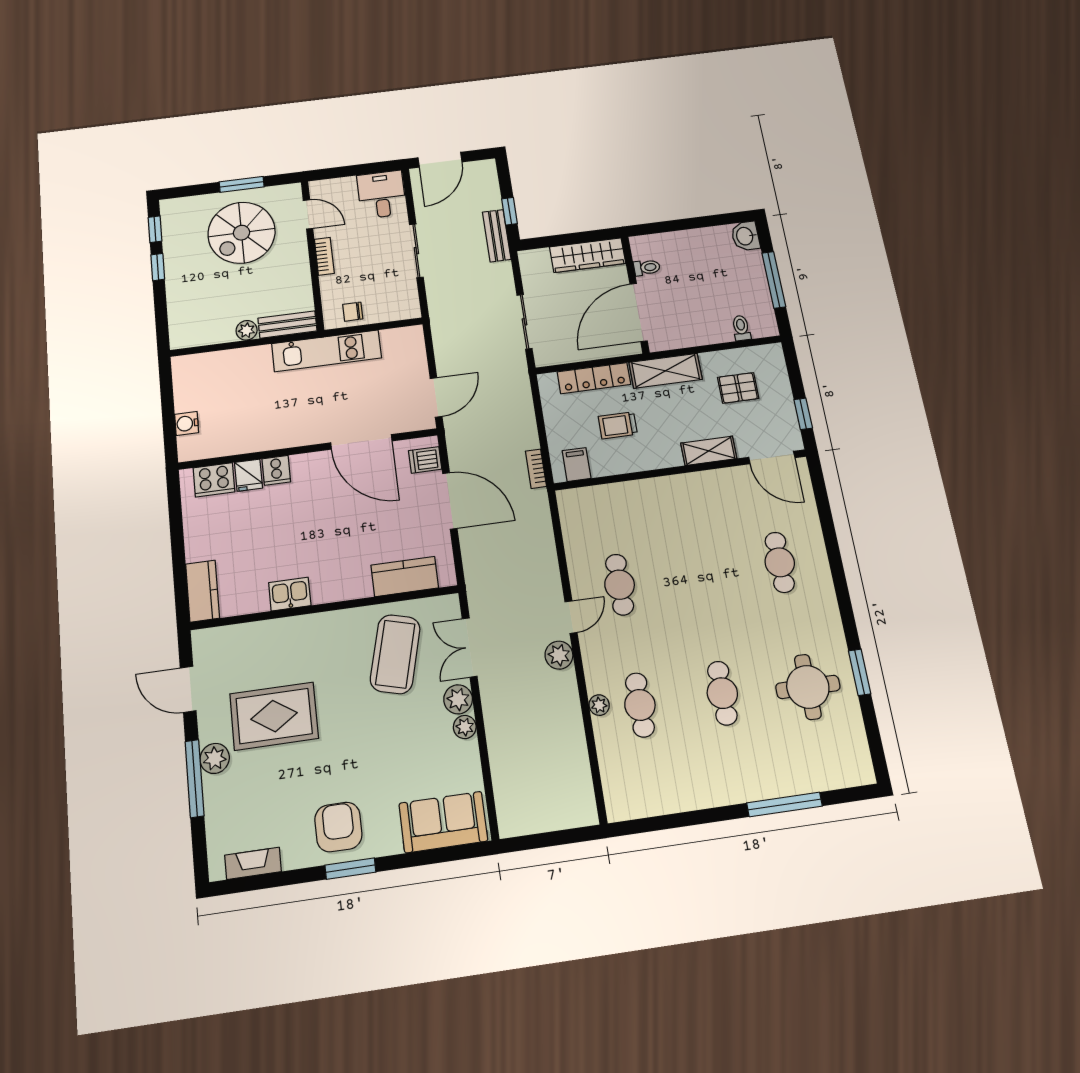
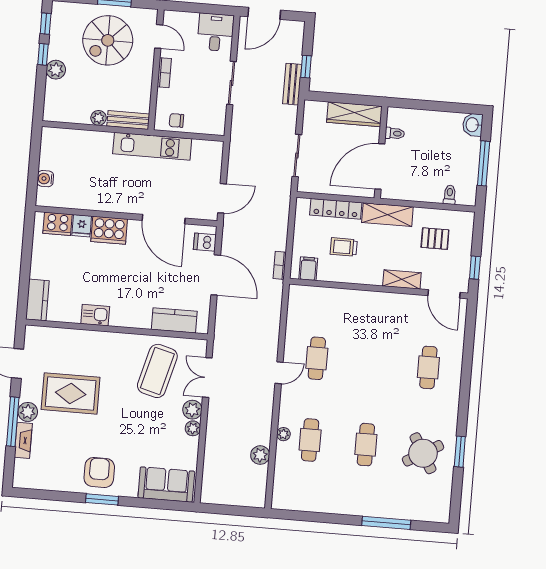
plant: (178, 282) -> (56, 70), added
cooker: (276, 470) -> (109, 230), width x1.87, depth x1.31
plant: (559, 655) -> (260, 455), moved
round table: (808, 687) -> (423, 453), turned -30
fireplace: (253, 863) -> (23, 440), moved, turned 90

